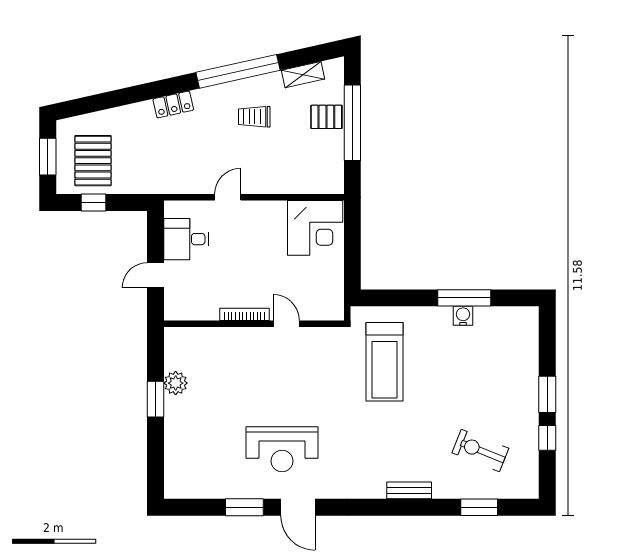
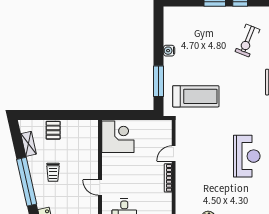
window: (352, 123) -> (57, 115), removed
window: (464, 298) -> (159, 81), moved

